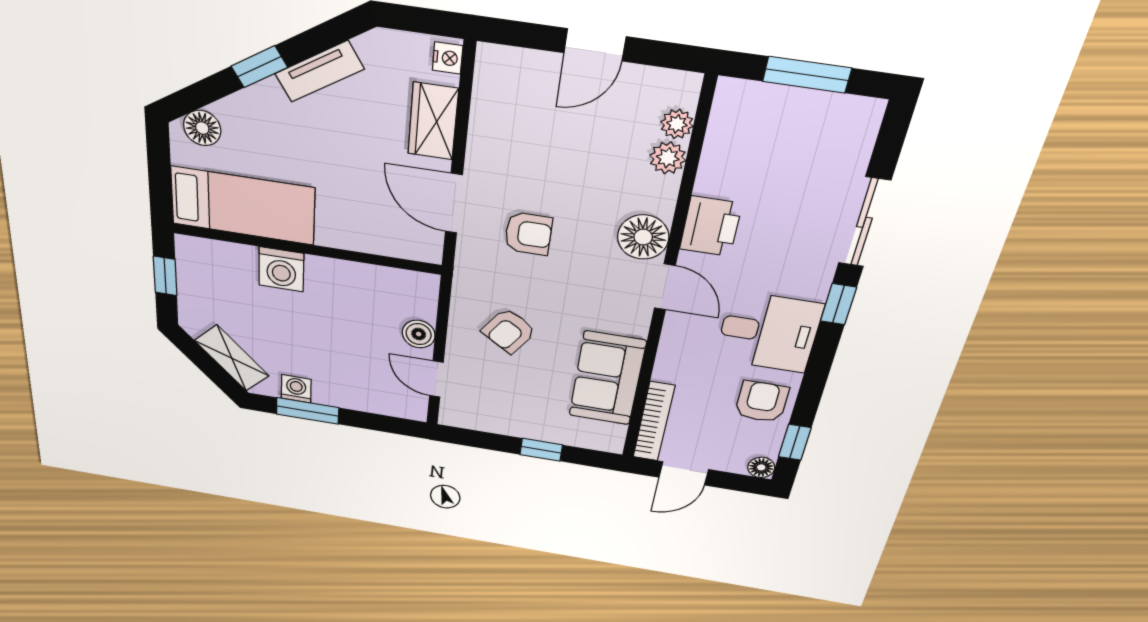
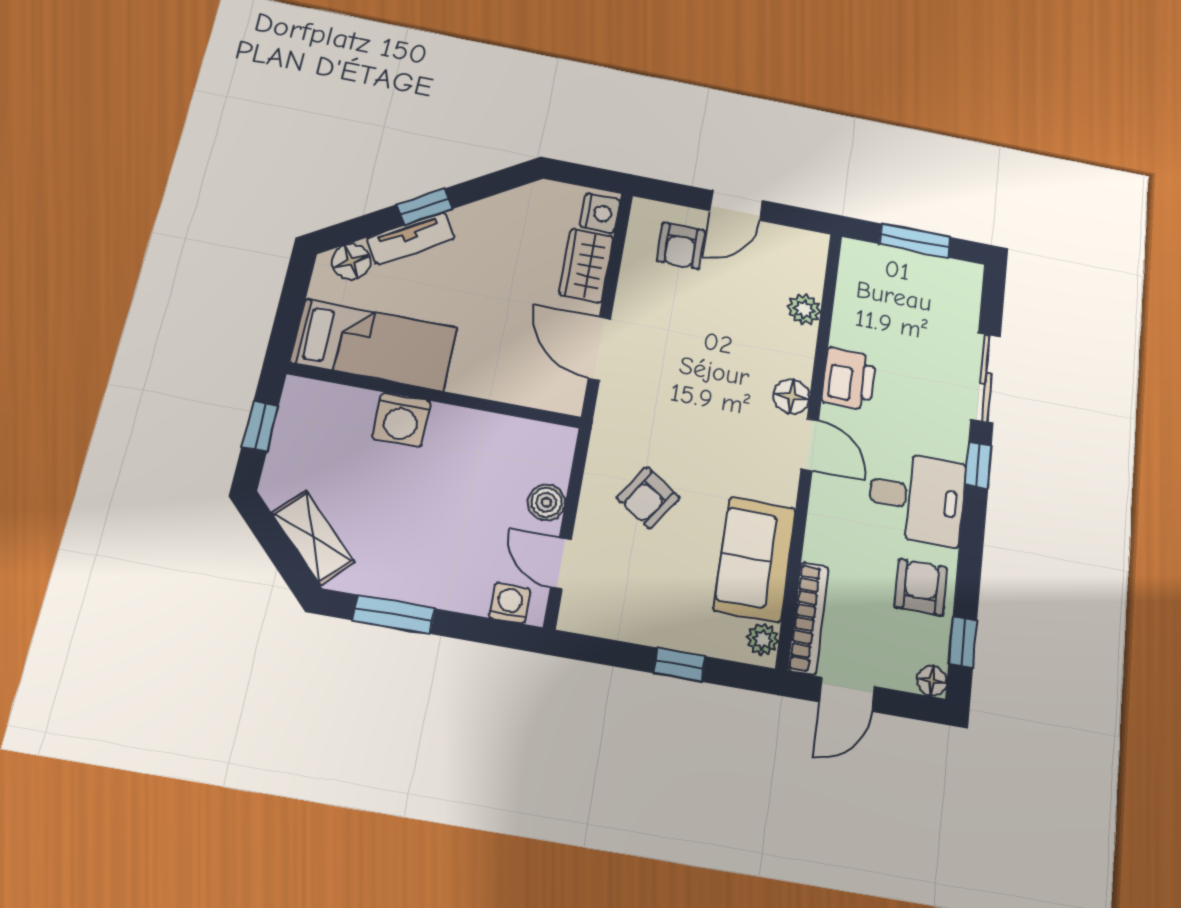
nightstand: (448, 58) -> (600, 213), width x1.39, depth x1.35
tv unit: (319, 71) -> (411, 238), moved
plant: (677, 124) -> (763, 640), moved
armchair: (528, 234) -> (681, 246), moved, turned 90
floor lamp: (643, 237) -> (792, 396), width x0.73, depth x0.73
washing machine: (296, 389) -> (510, 603), moved

